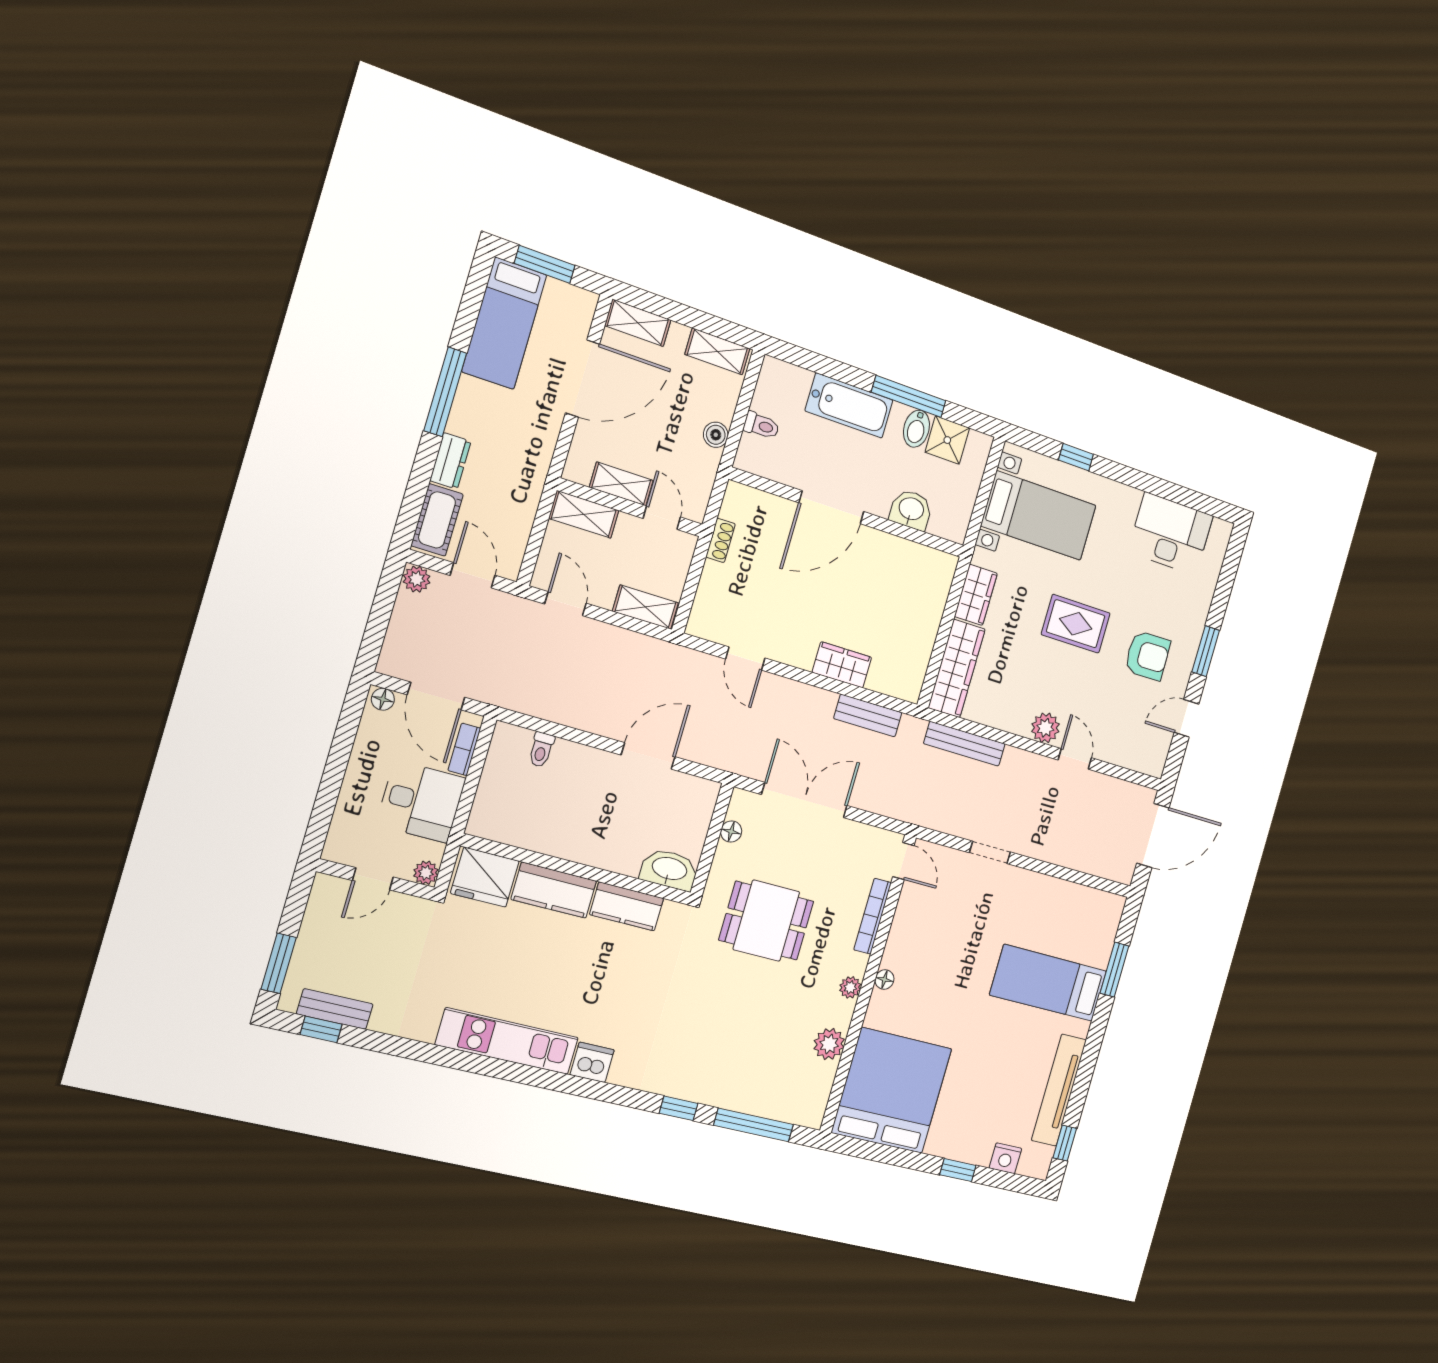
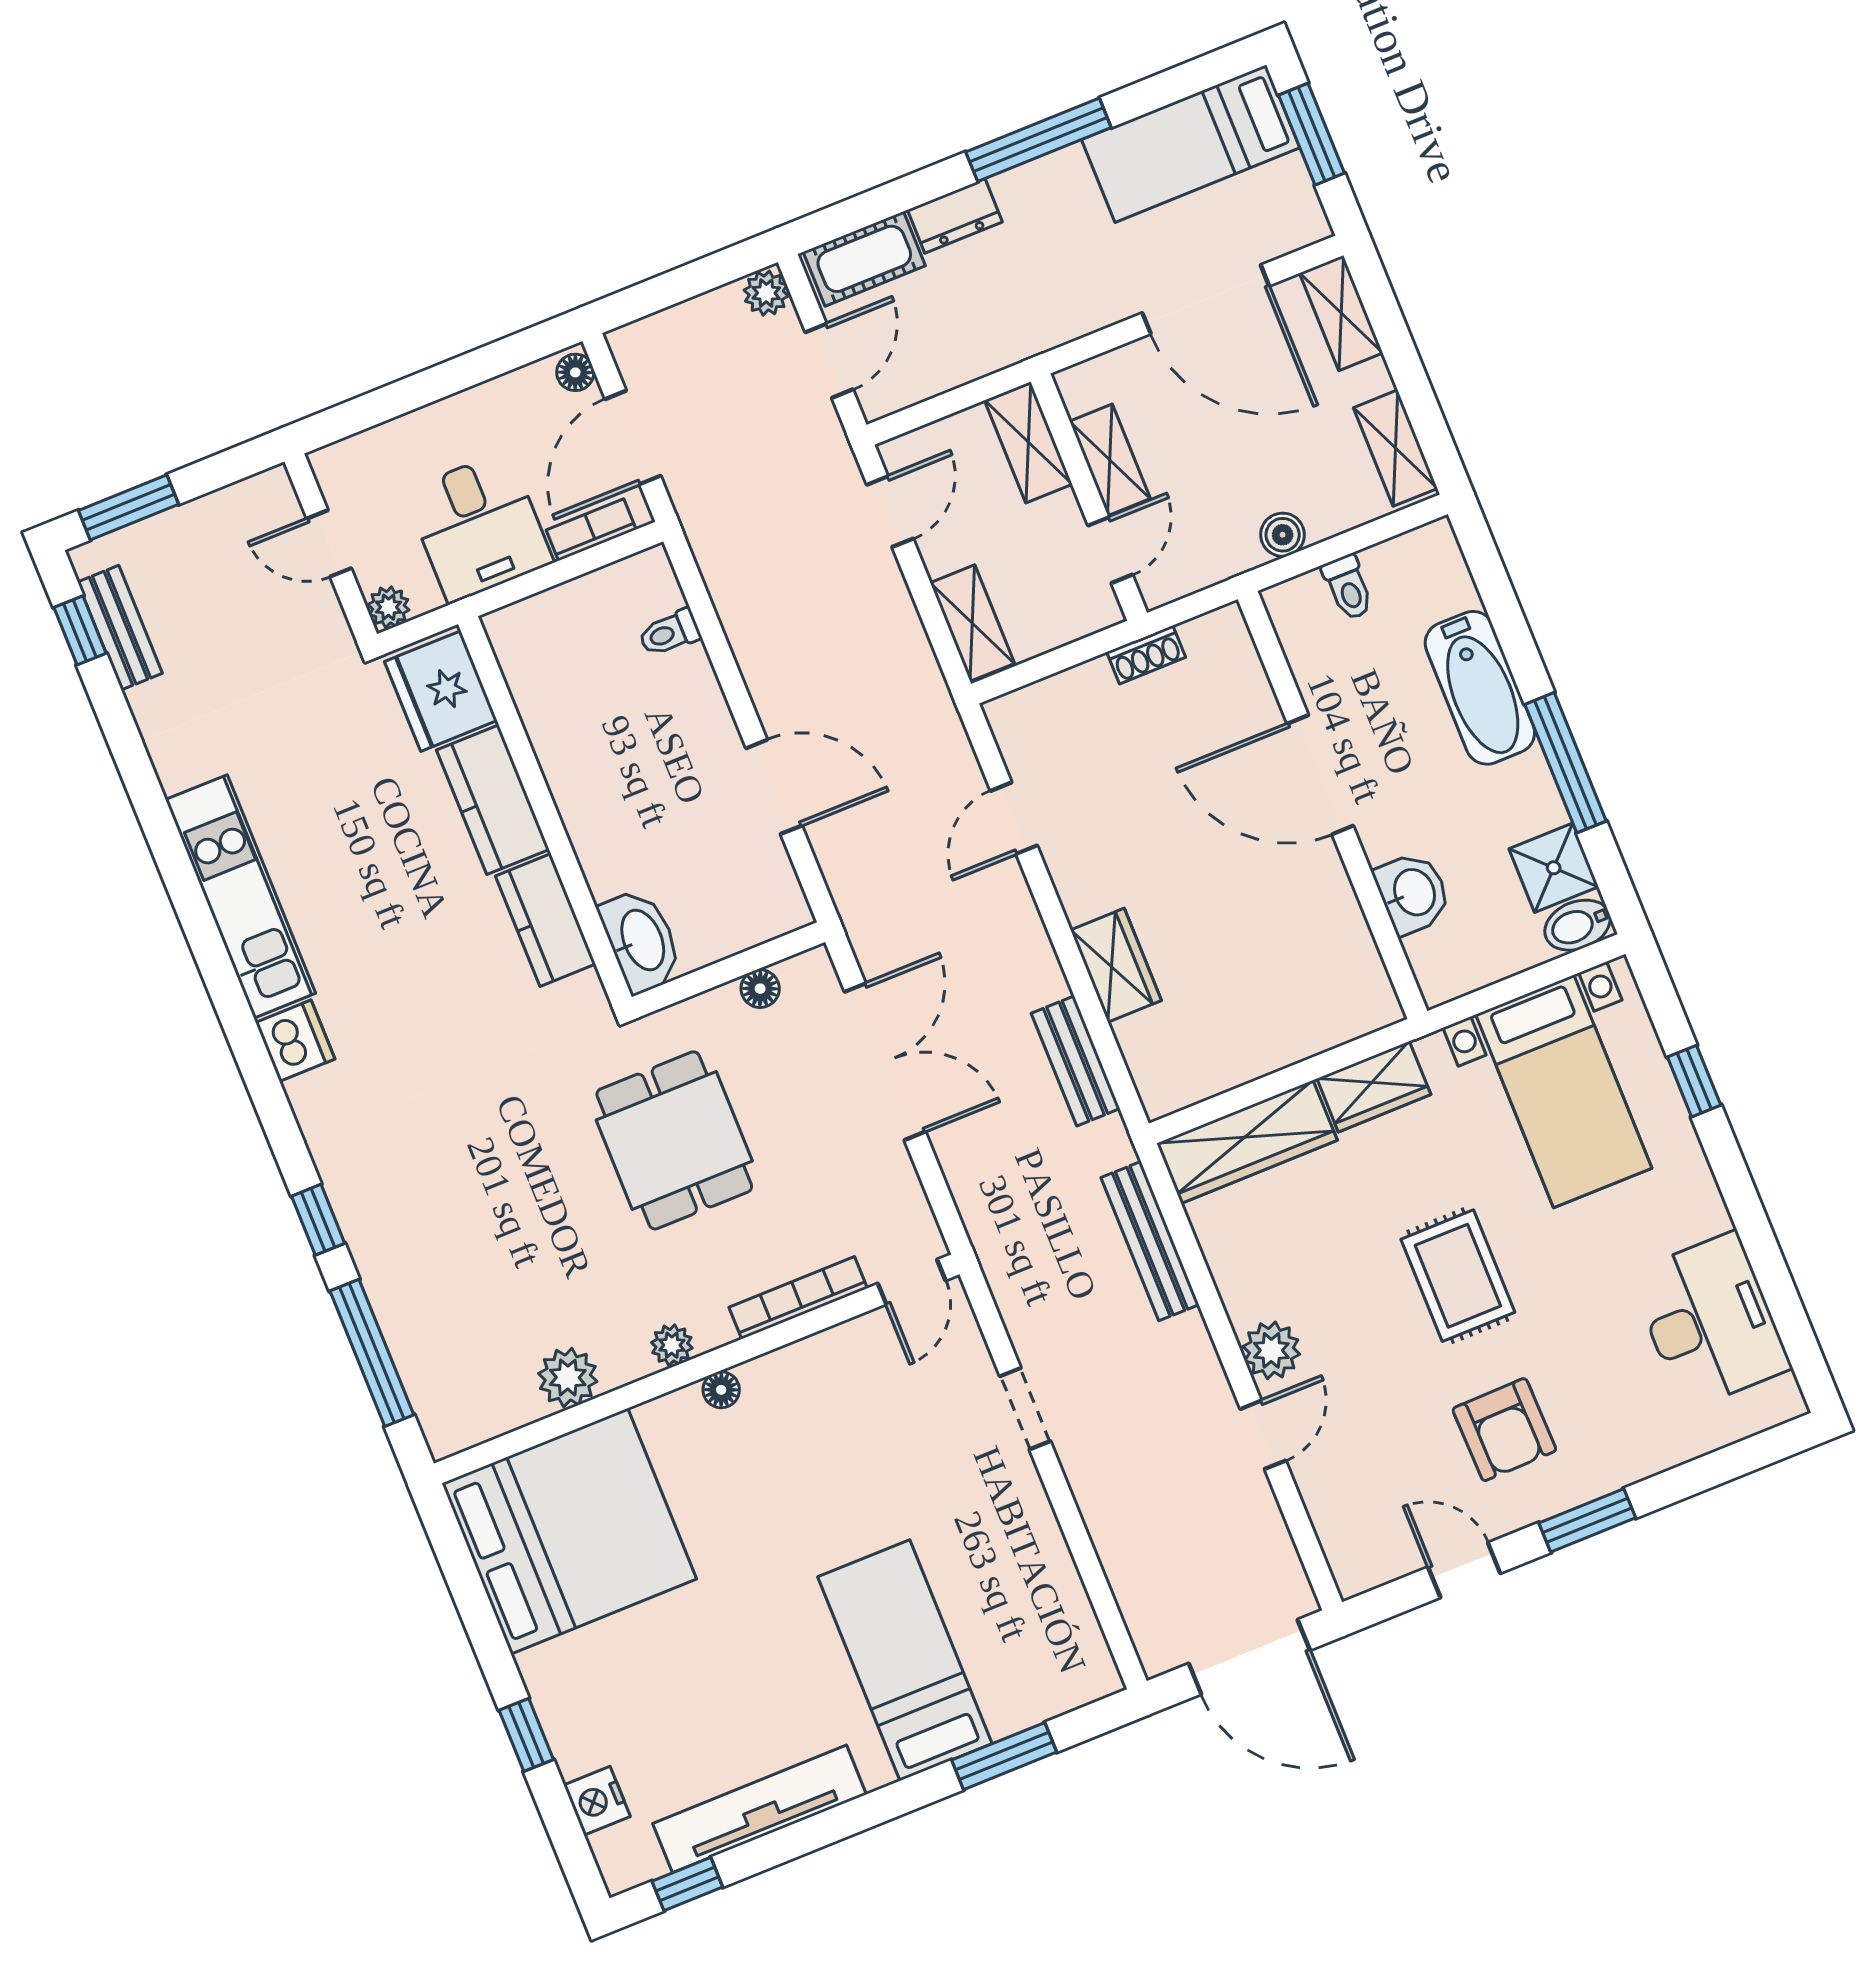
bidet: (916, 429) -> (1578, 925), moved

